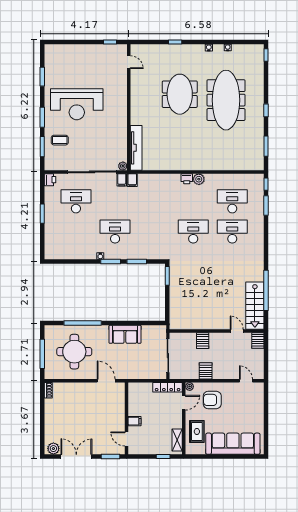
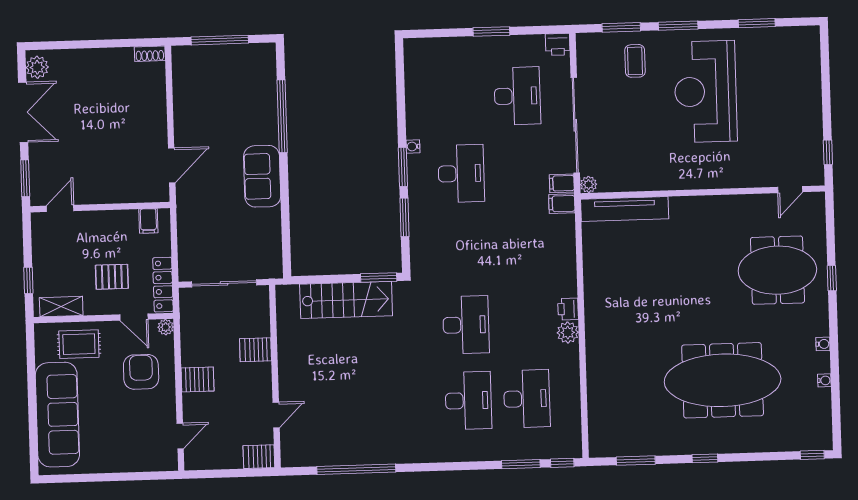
meeting table: (180, 94) -> (777, 270), moved
stairs: (255, 306) -> (346, 300), moved, turned 180
sofa: (125, 334) -> (262, 176), moved
round table: (74, 352) -> (226, 102), removed
server rack: (206, 371) -> (198, 379), moved
pallet: (163, 413) -> (112, 277), added
filing cabinet: (134, 421) -> (148, 221), moved

